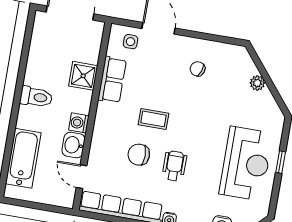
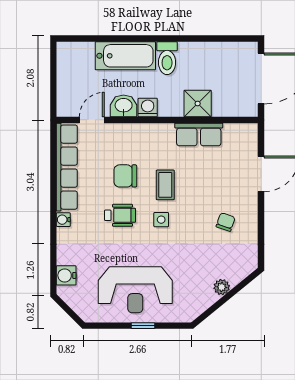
side table: (131, 42) -> (161, 220), moved
chair: (139, 155) -> (125, 176), turned -90
bathtub: (23, 158) -> (125, 56), moved

